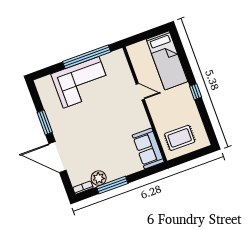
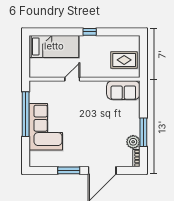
rug: (180, 138) -> (124, 60), turned 90

